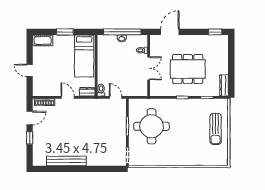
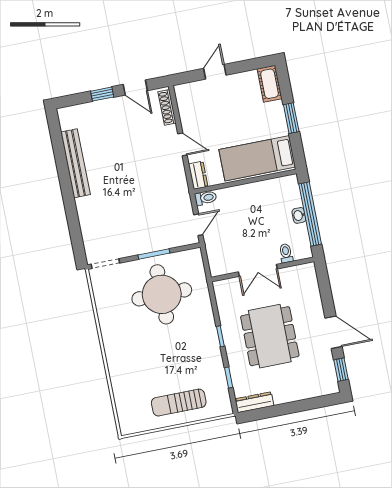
door: (170, 32) -> (334, 332), moved
door: (68, 97) -> (182, 144), hinge flipped

